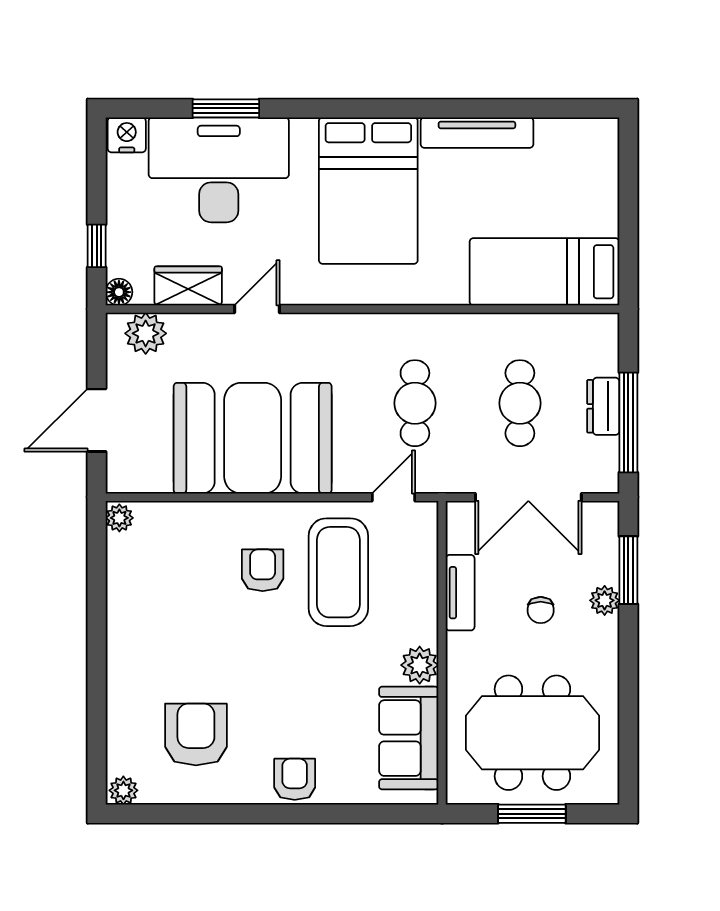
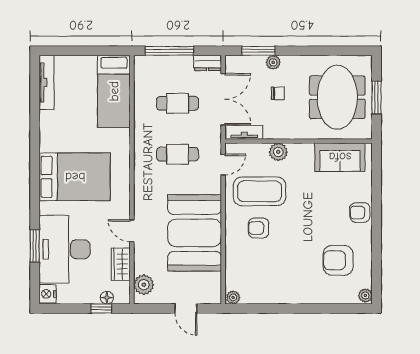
tv unit: (477, 133) -> (46, 82), moved
floor lamp: (119, 292) -> (107, 298), moved
dresser: (603, 406) -> (208, 63), moved
door: (97, 420) -> (186, 308), width x0.73
window: (628, 422) -> (169, 51), moved
door: (394, 497) -> (223, 165), swing flipped
tv unit: (460, 593) -> (244, 132), moved
plant: (420, 665) -> (278, 152), moved

